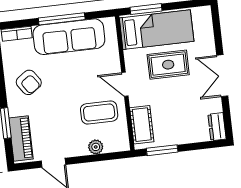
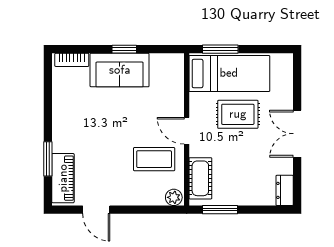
window: (62, 19) -> (124, 49), width x0.46
sofa: (69, 37) -> (120, 70), width x0.73
armchair: (29, 82) -> (79, 116), removed
plant: (96, 147) -> (174, 197), moved

